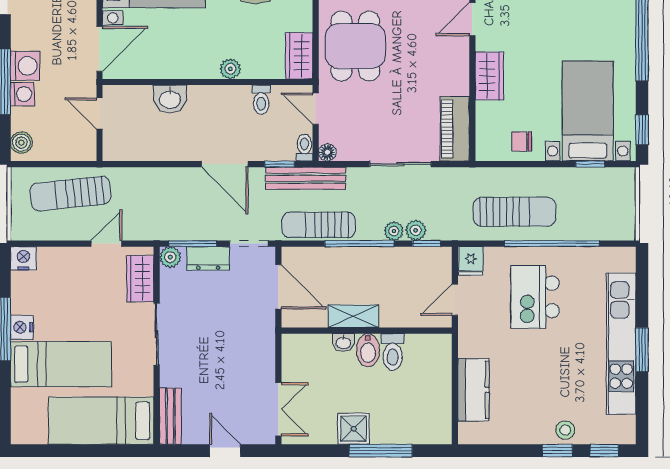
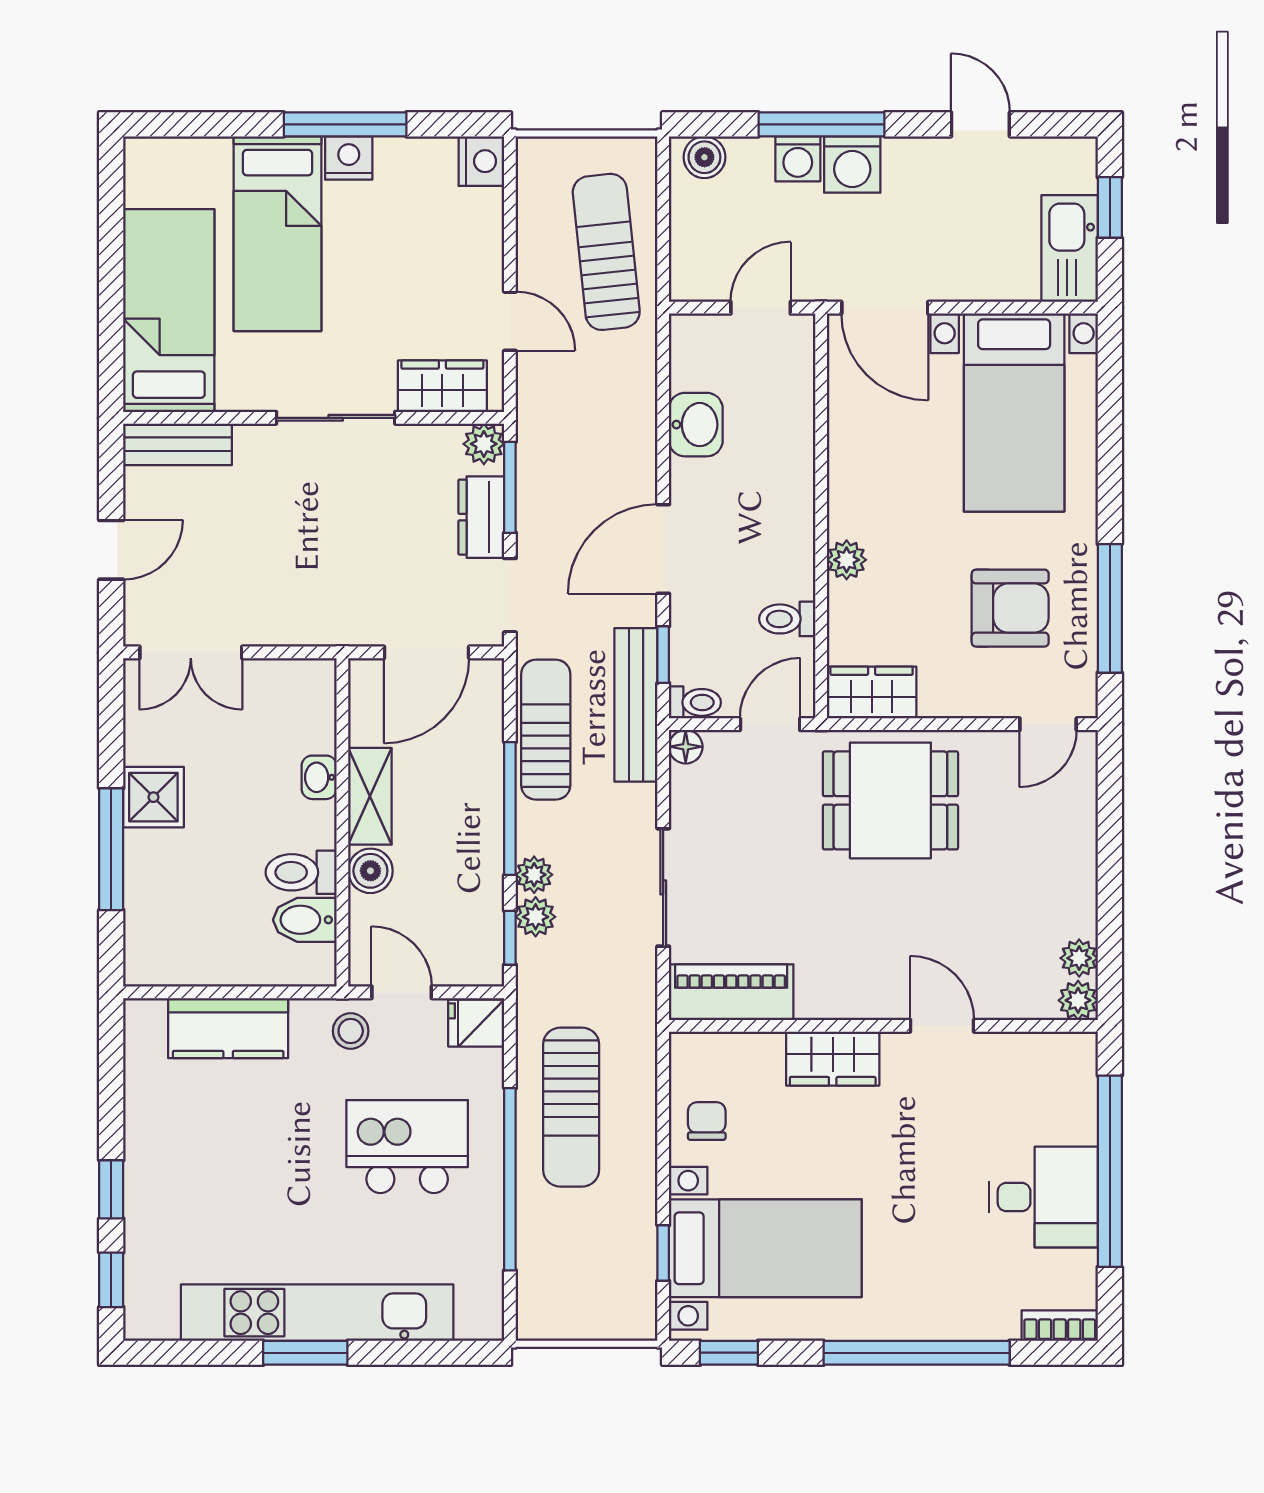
washbasin: (170, 99) -> (696, 425), moved, turned 180
boiler: (392, 316) -> (370, 871), added
bidet: (368, 350) -> (305, 920), moved
stool: (565, 430) -> (351, 1031), moved

